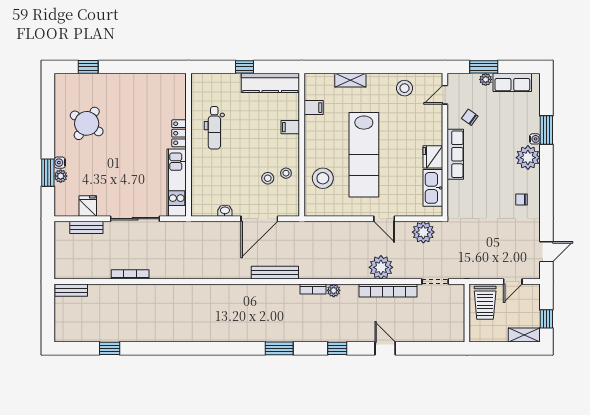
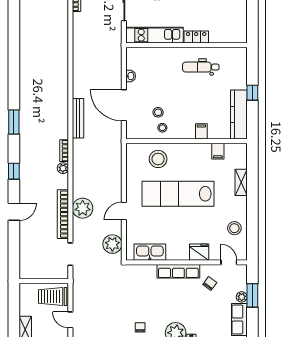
fridge: (433, 157) -> (199, 252), moved

